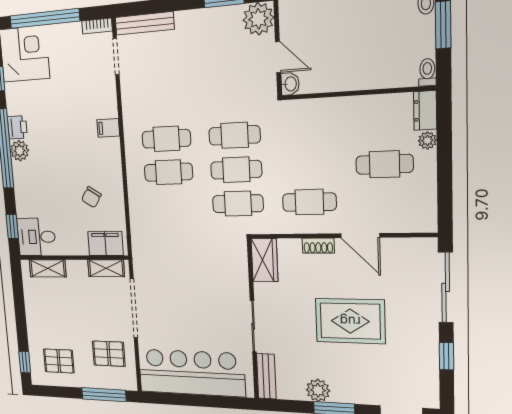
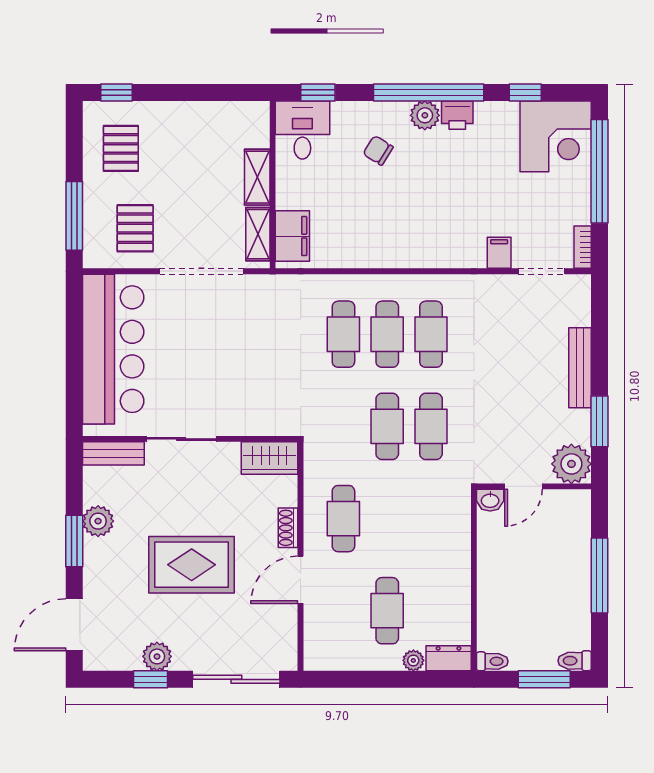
bench: (144, 23) -> (580, 368), moved
filing cabinet: (108, 128) -> (499, 253), moved
chair: (91, 197) -> (378, 150), moved
cafe table: (238, 204) -> (343, 334), moved
shelving: (48, 268) -> (257, 177), moved
rug: (350, 321) -> (192, 565), turned 90
plant: (427, 350) -> (157, 656), added

